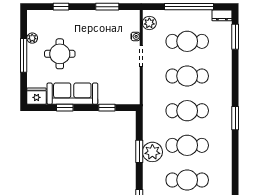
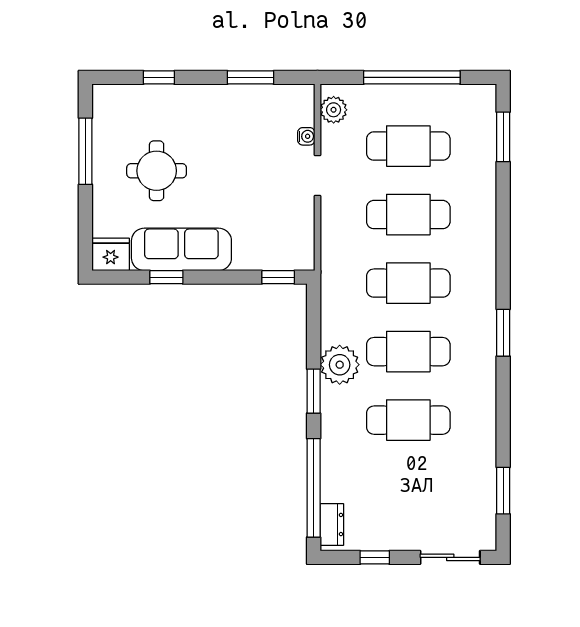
dresser: (222, 15) -> (477, 95), removed
plant: (32, 38) -> (102, 140), removed
window: (24, 55) -> (85, 151), moved
window: (107, 108) -> (278, 277), moved
window: (235, 118) -> (503, 333), moved
window: (139, 151) -> (314, 391), moved

